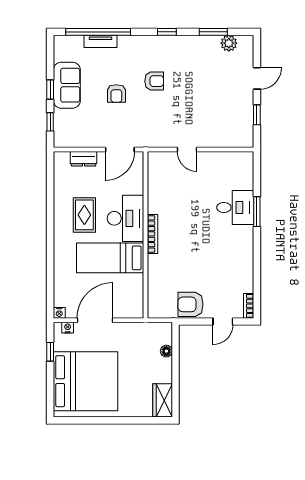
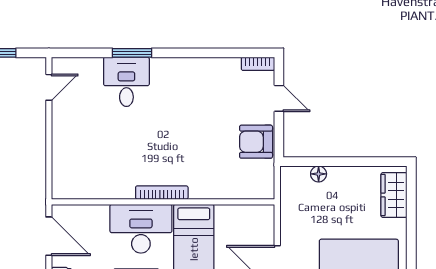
door: (187, 150) -> (49, 87), moved
armchair: (191, 304) -> (256, 142), turned 90
wardrobe: (163, 400) -> (394, 195), moved, turned 90

